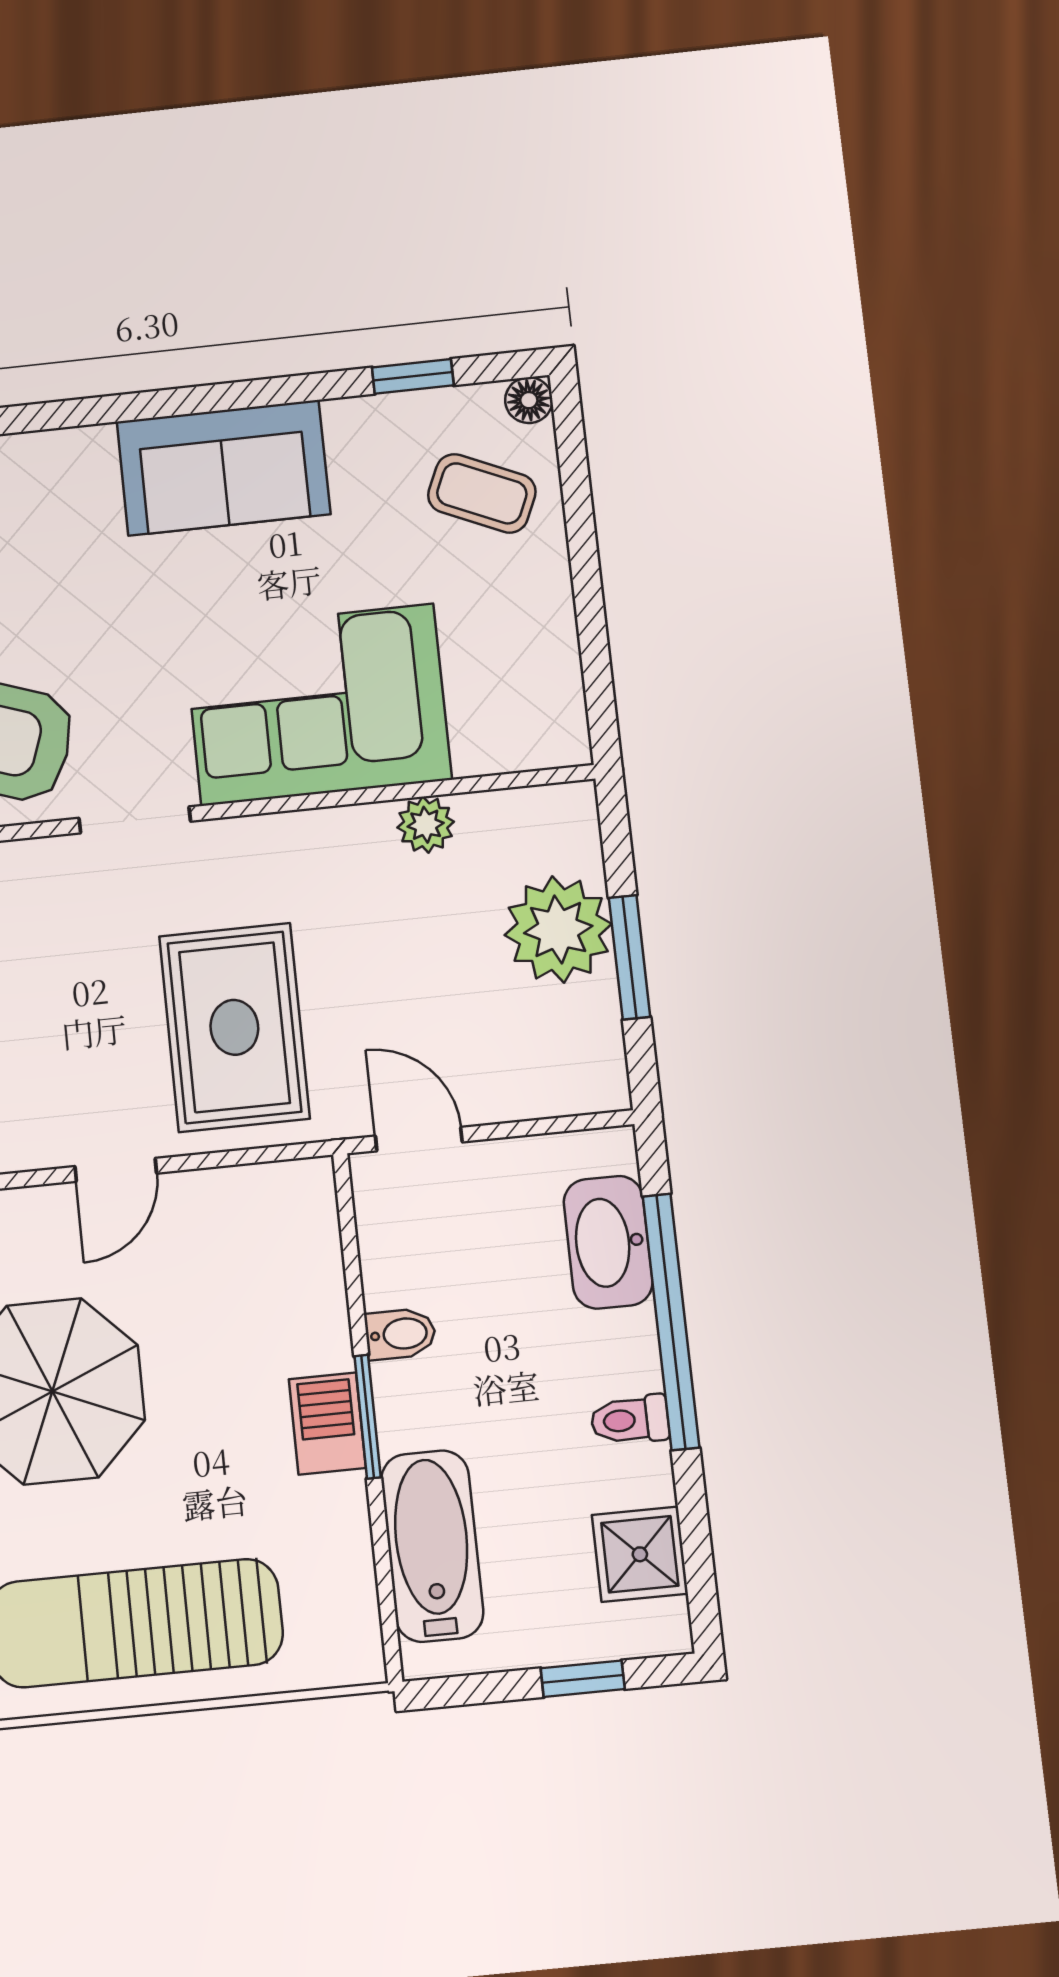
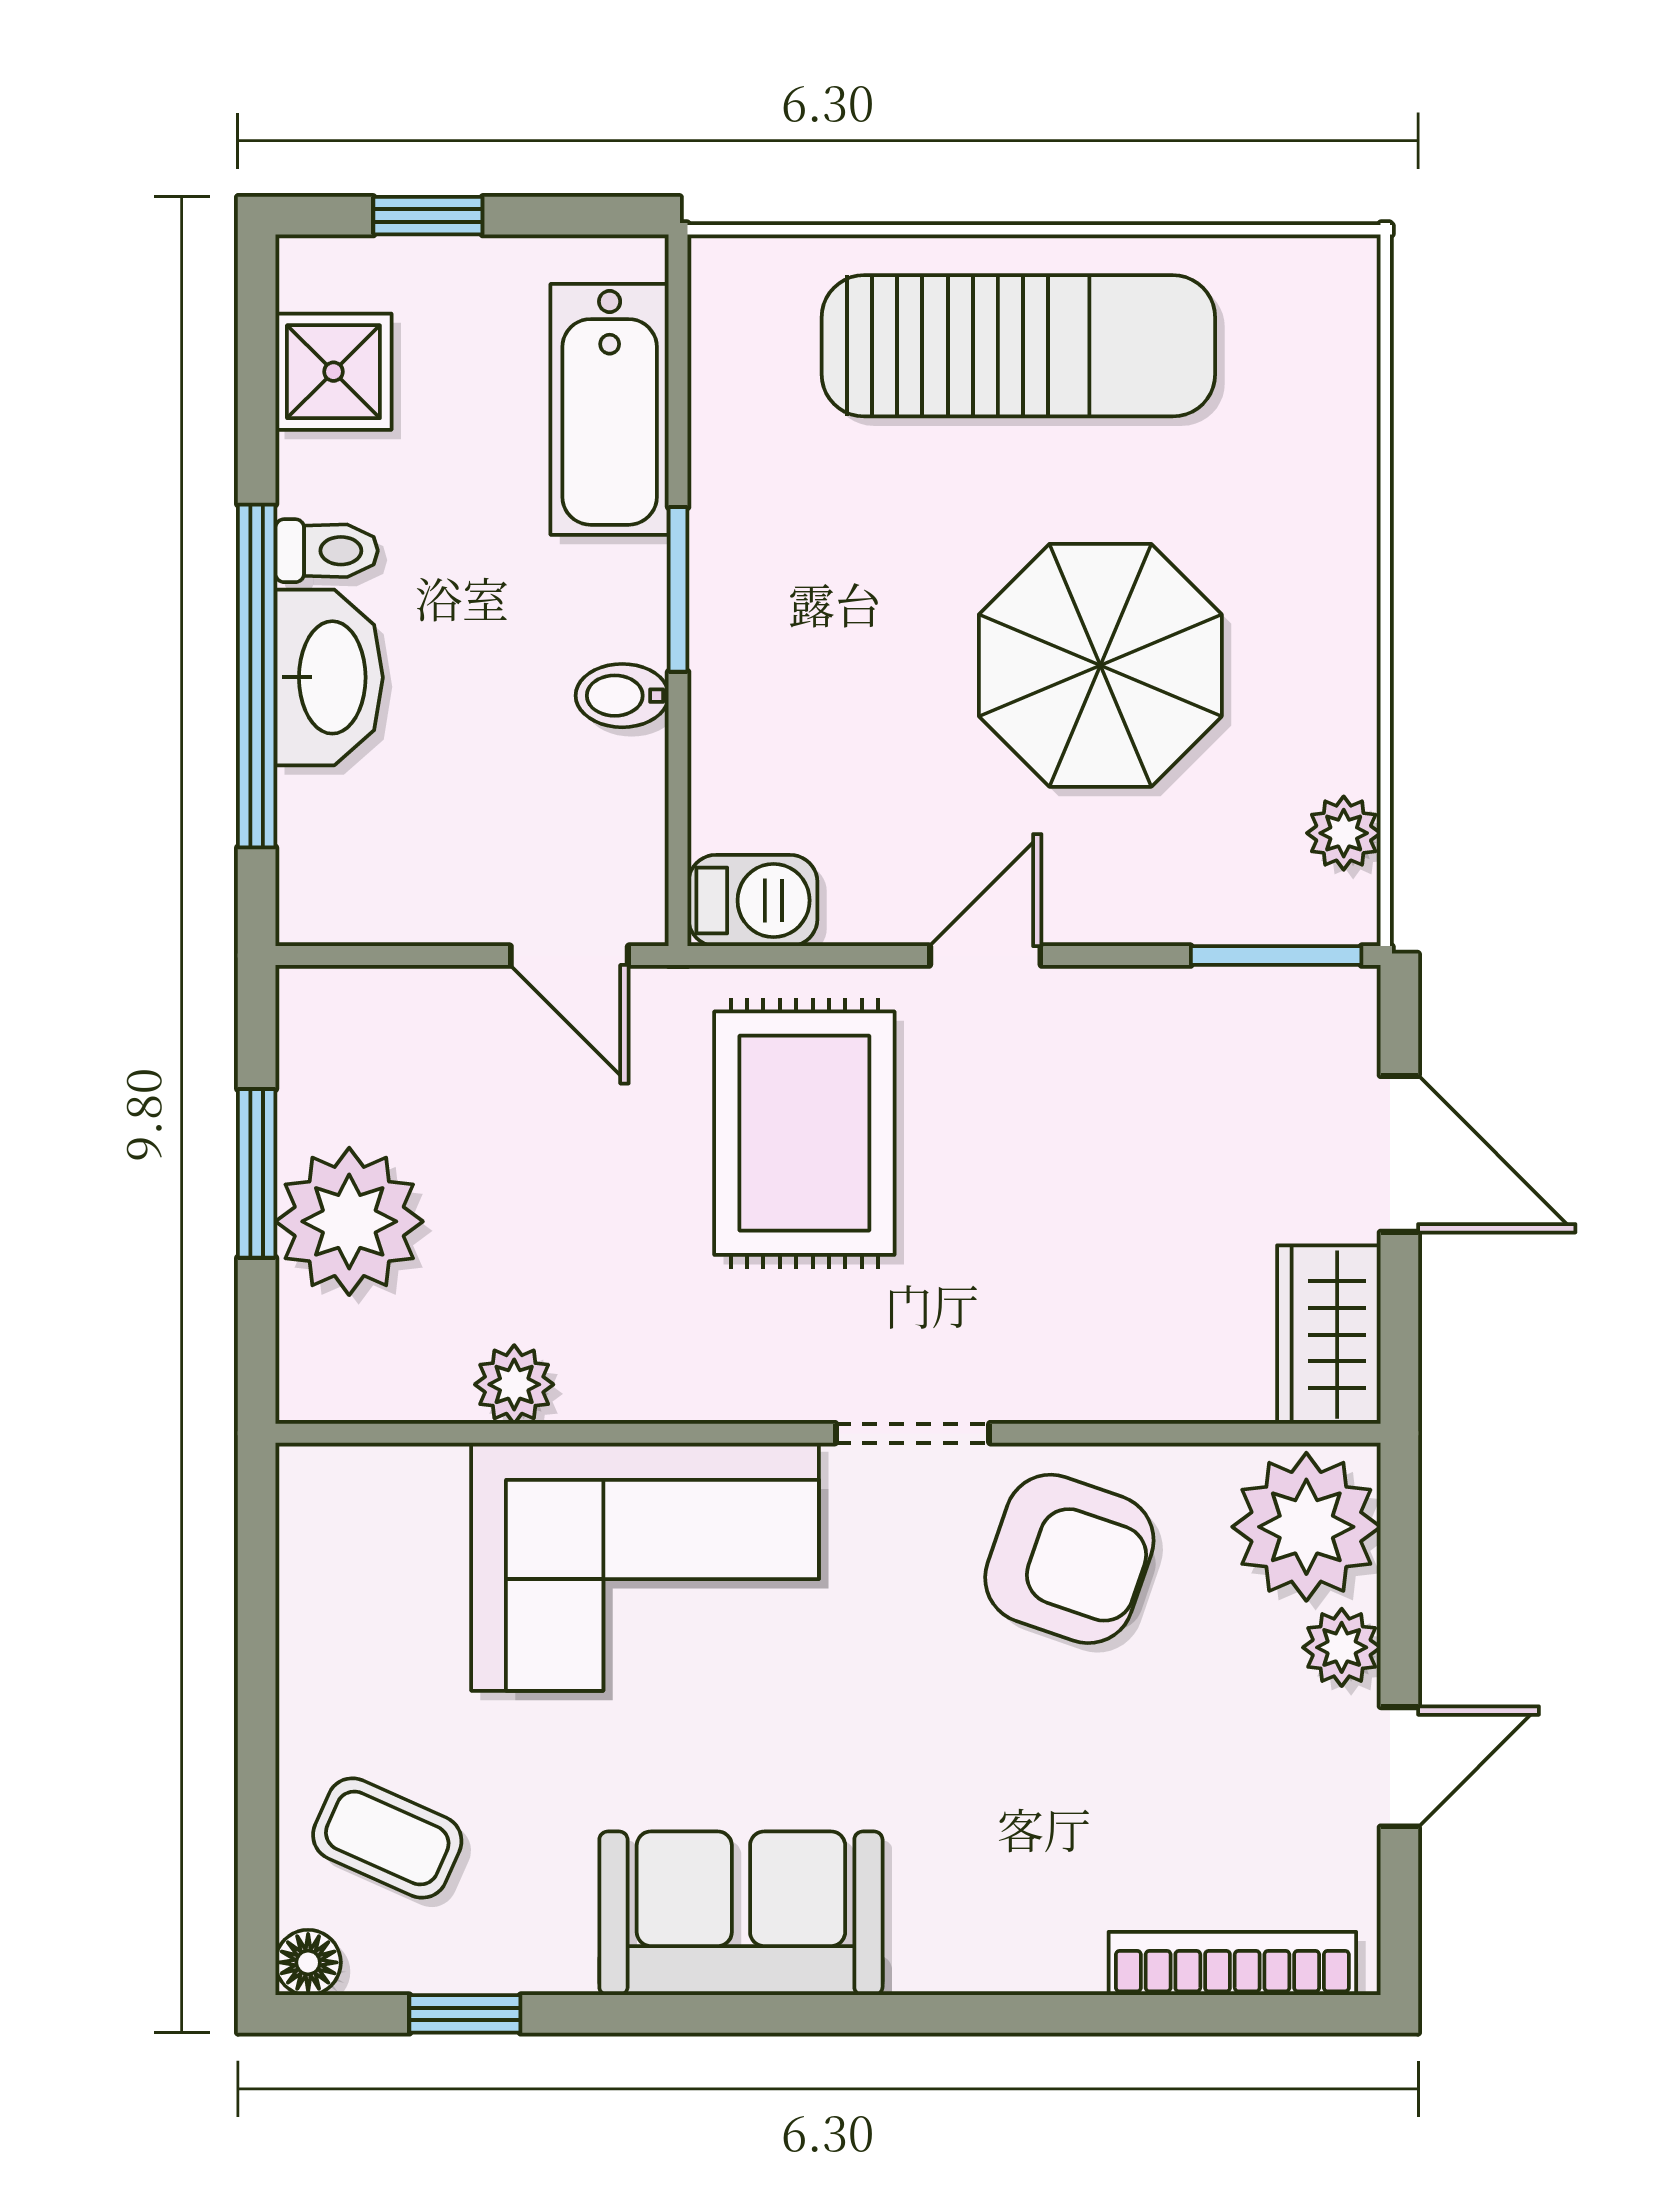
washbasin: (608, 1242) -> (329, 677), moved
barbecue: (327, 1424) -> (753, 900), moved, turned -90

